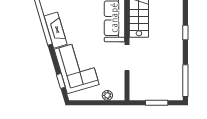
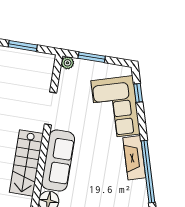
plant: (107, 95) -> (68, 63), moved
window: (102, 103) -> (92, 57), added

